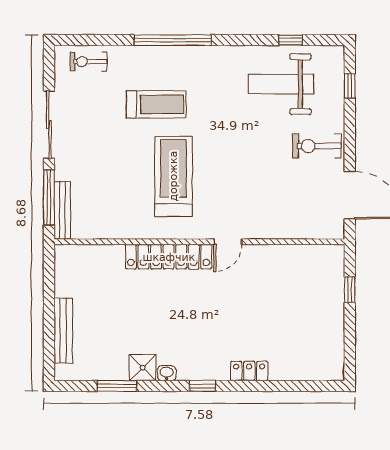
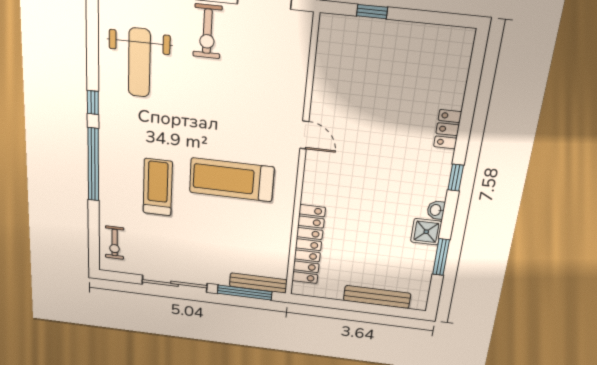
window: (290, 40) -> (93, 103), moved
locker: (169, 257) -> (308, 245), moved

